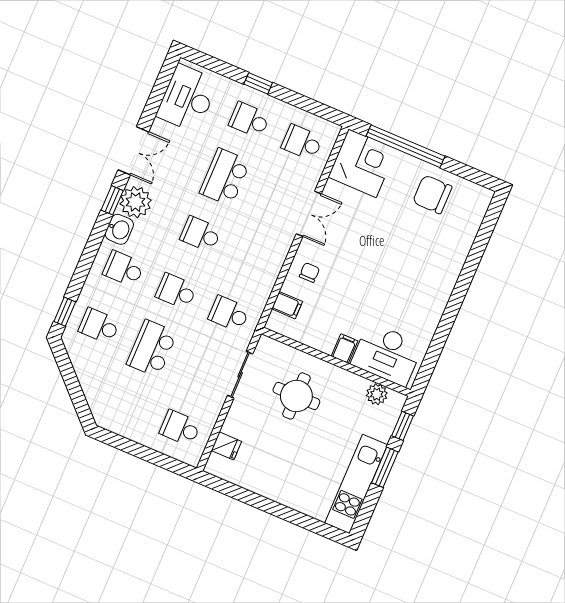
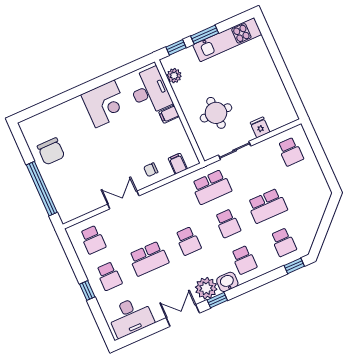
corner desk: (362, 163) -> (105, 104), moved, turned 180
school desk: (229, 314) -> (211, 187), width x1.85
fridge: (226, 446) -> (260, 127), moved

